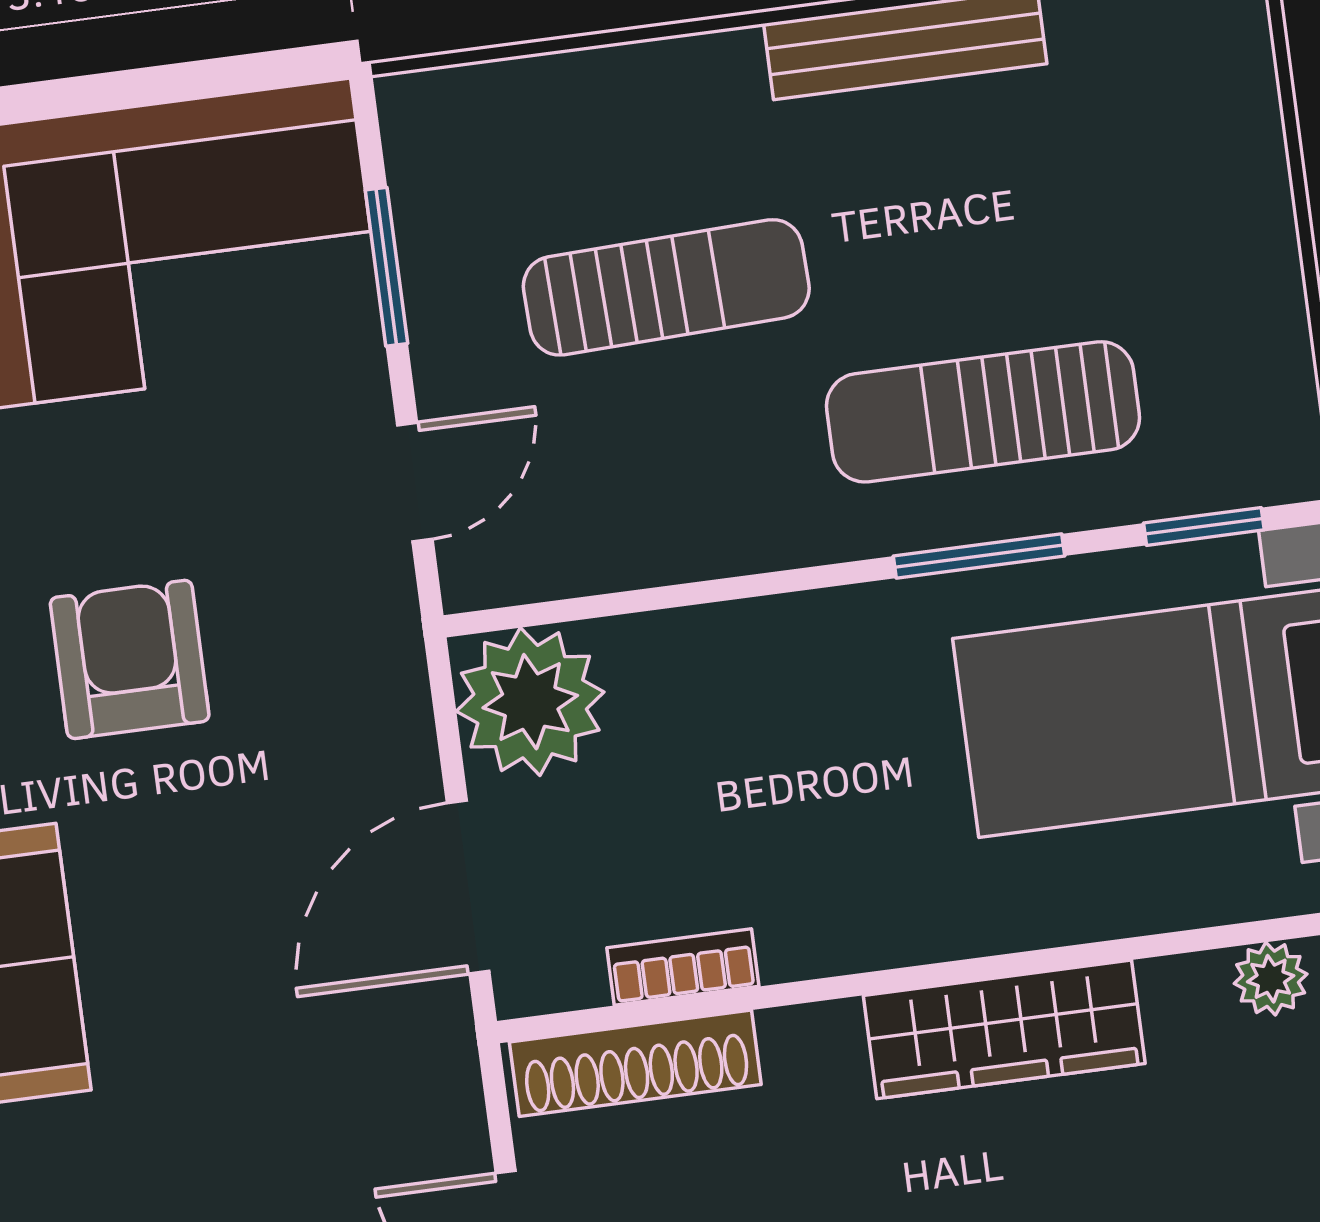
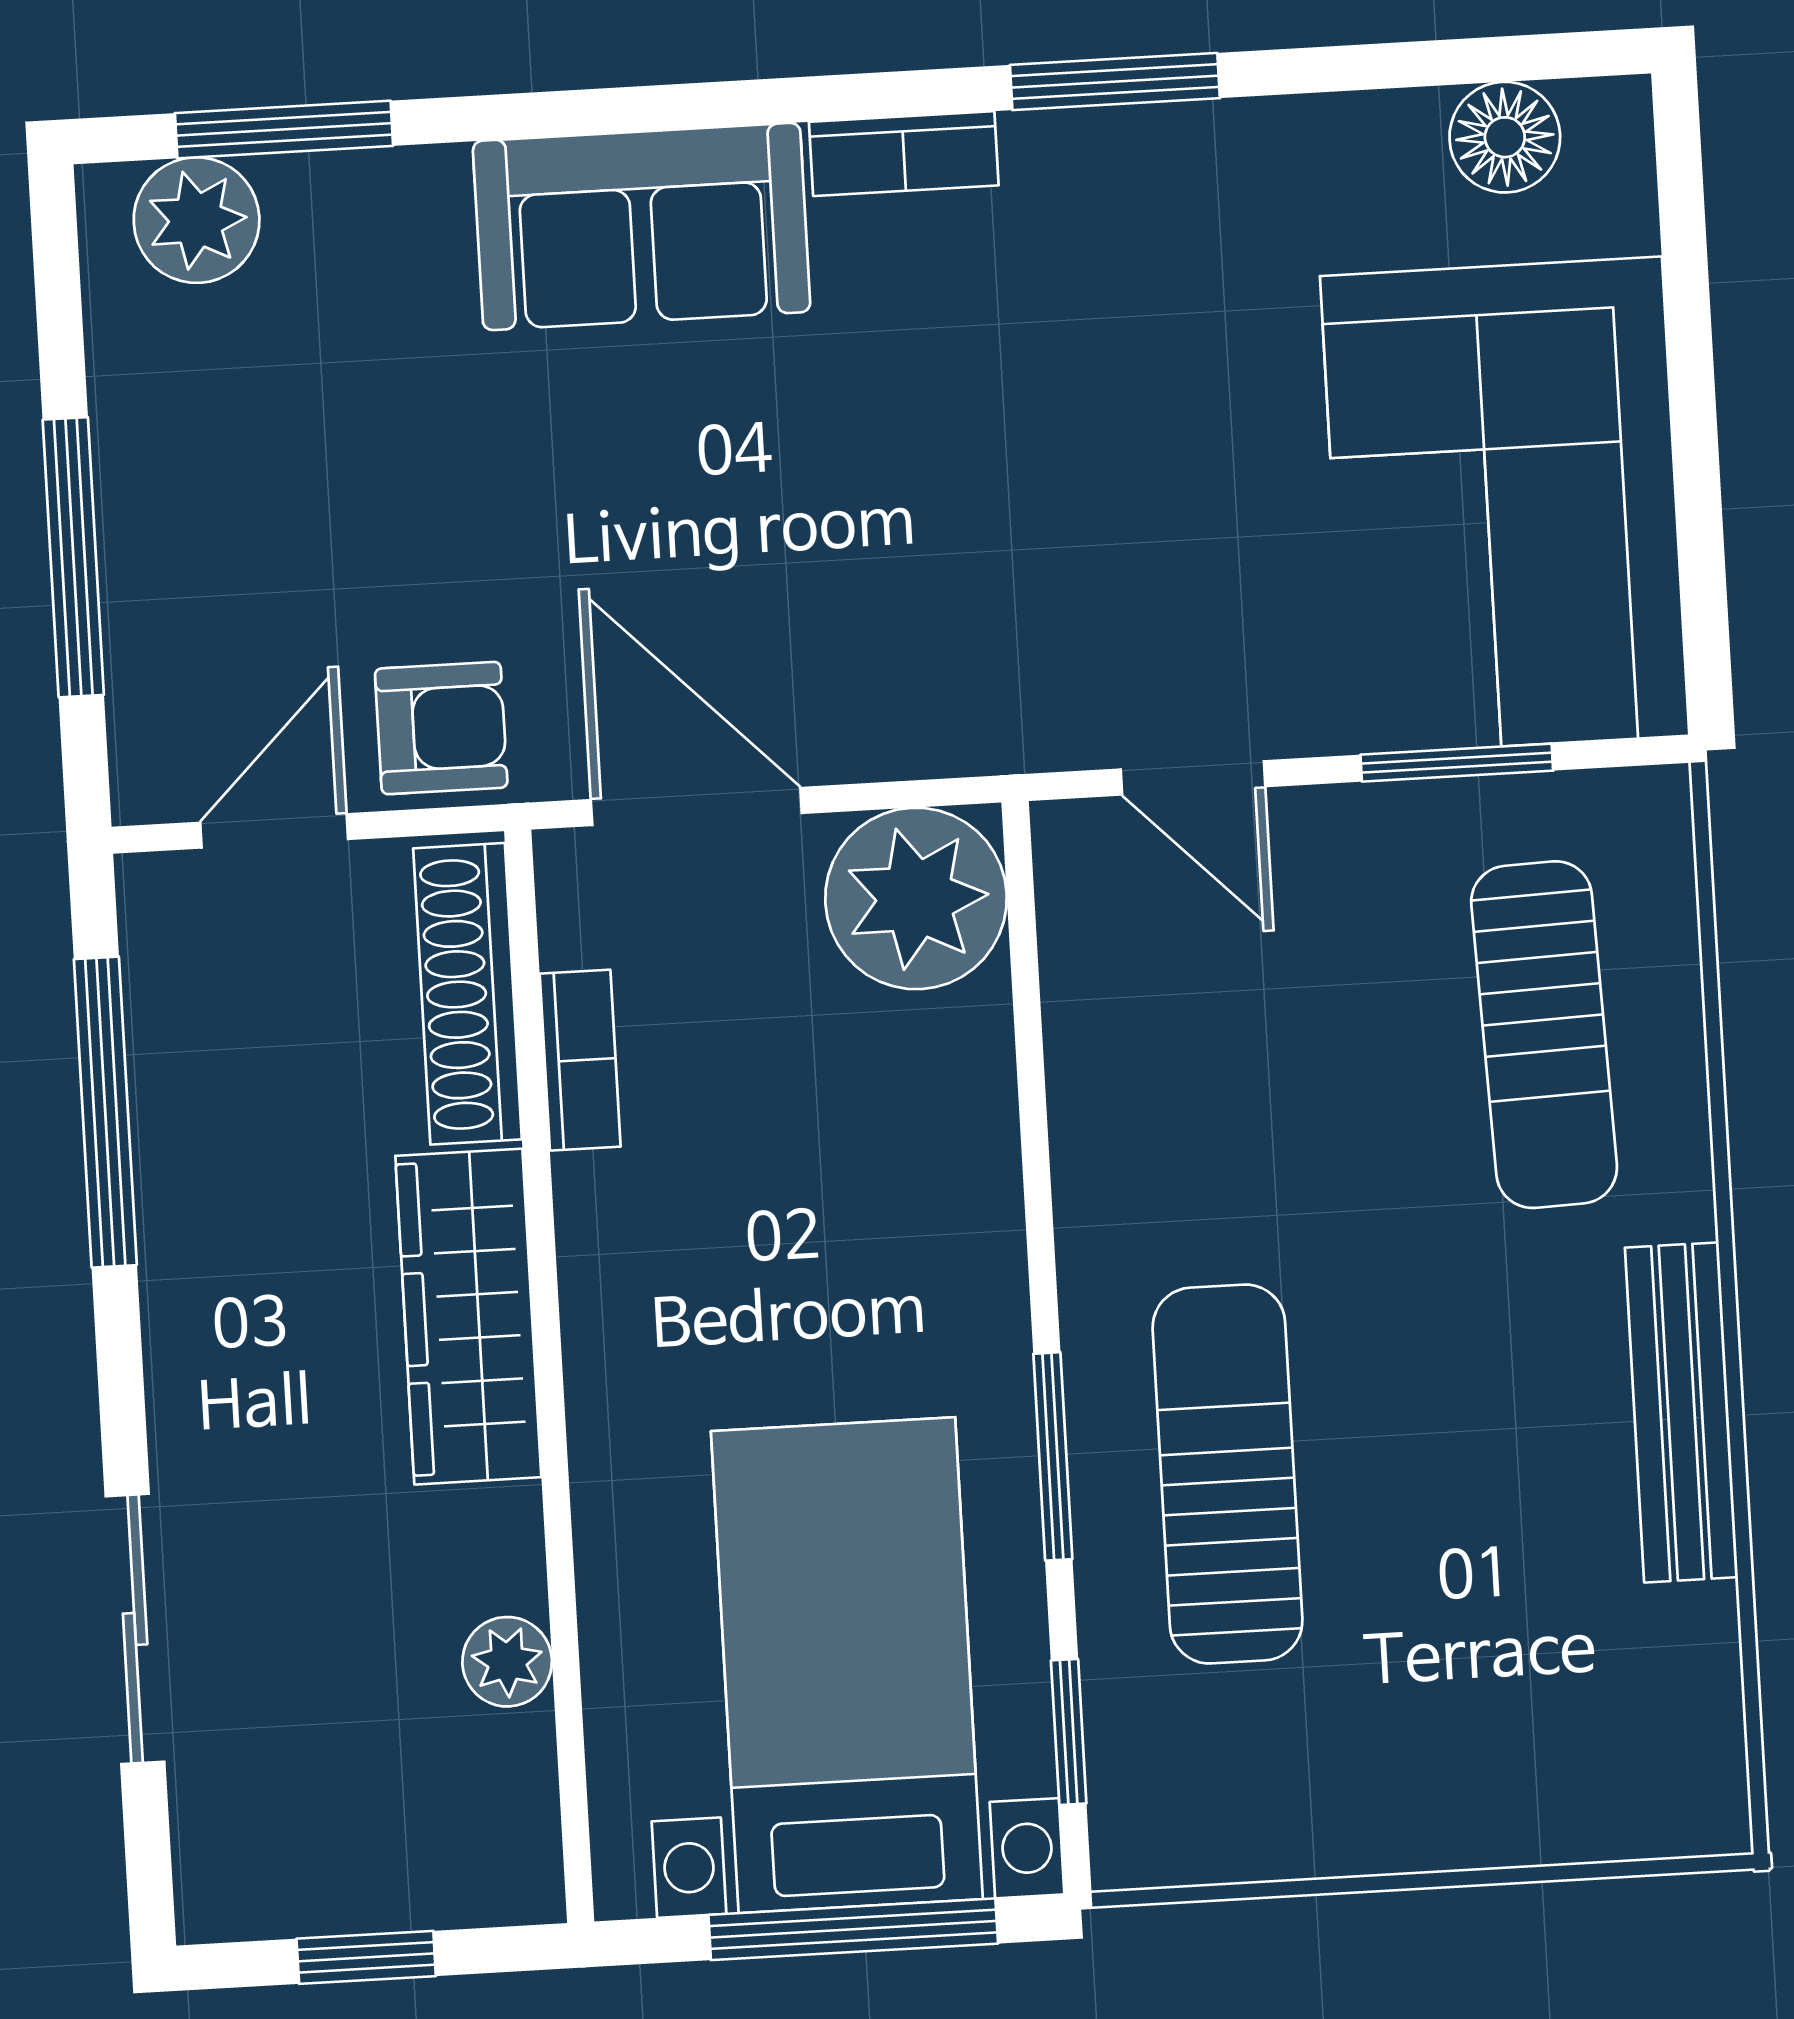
sun lounger: (666, 287) -> (1544, 1035), moved
armchair: (130, 659) -> (441, 728), moved, width x0.72, depth x0.72
plant: (1271, 979) -> (507, 1662), moved
wardrobe: (1004, 1029) -> (468, 1317), moved

